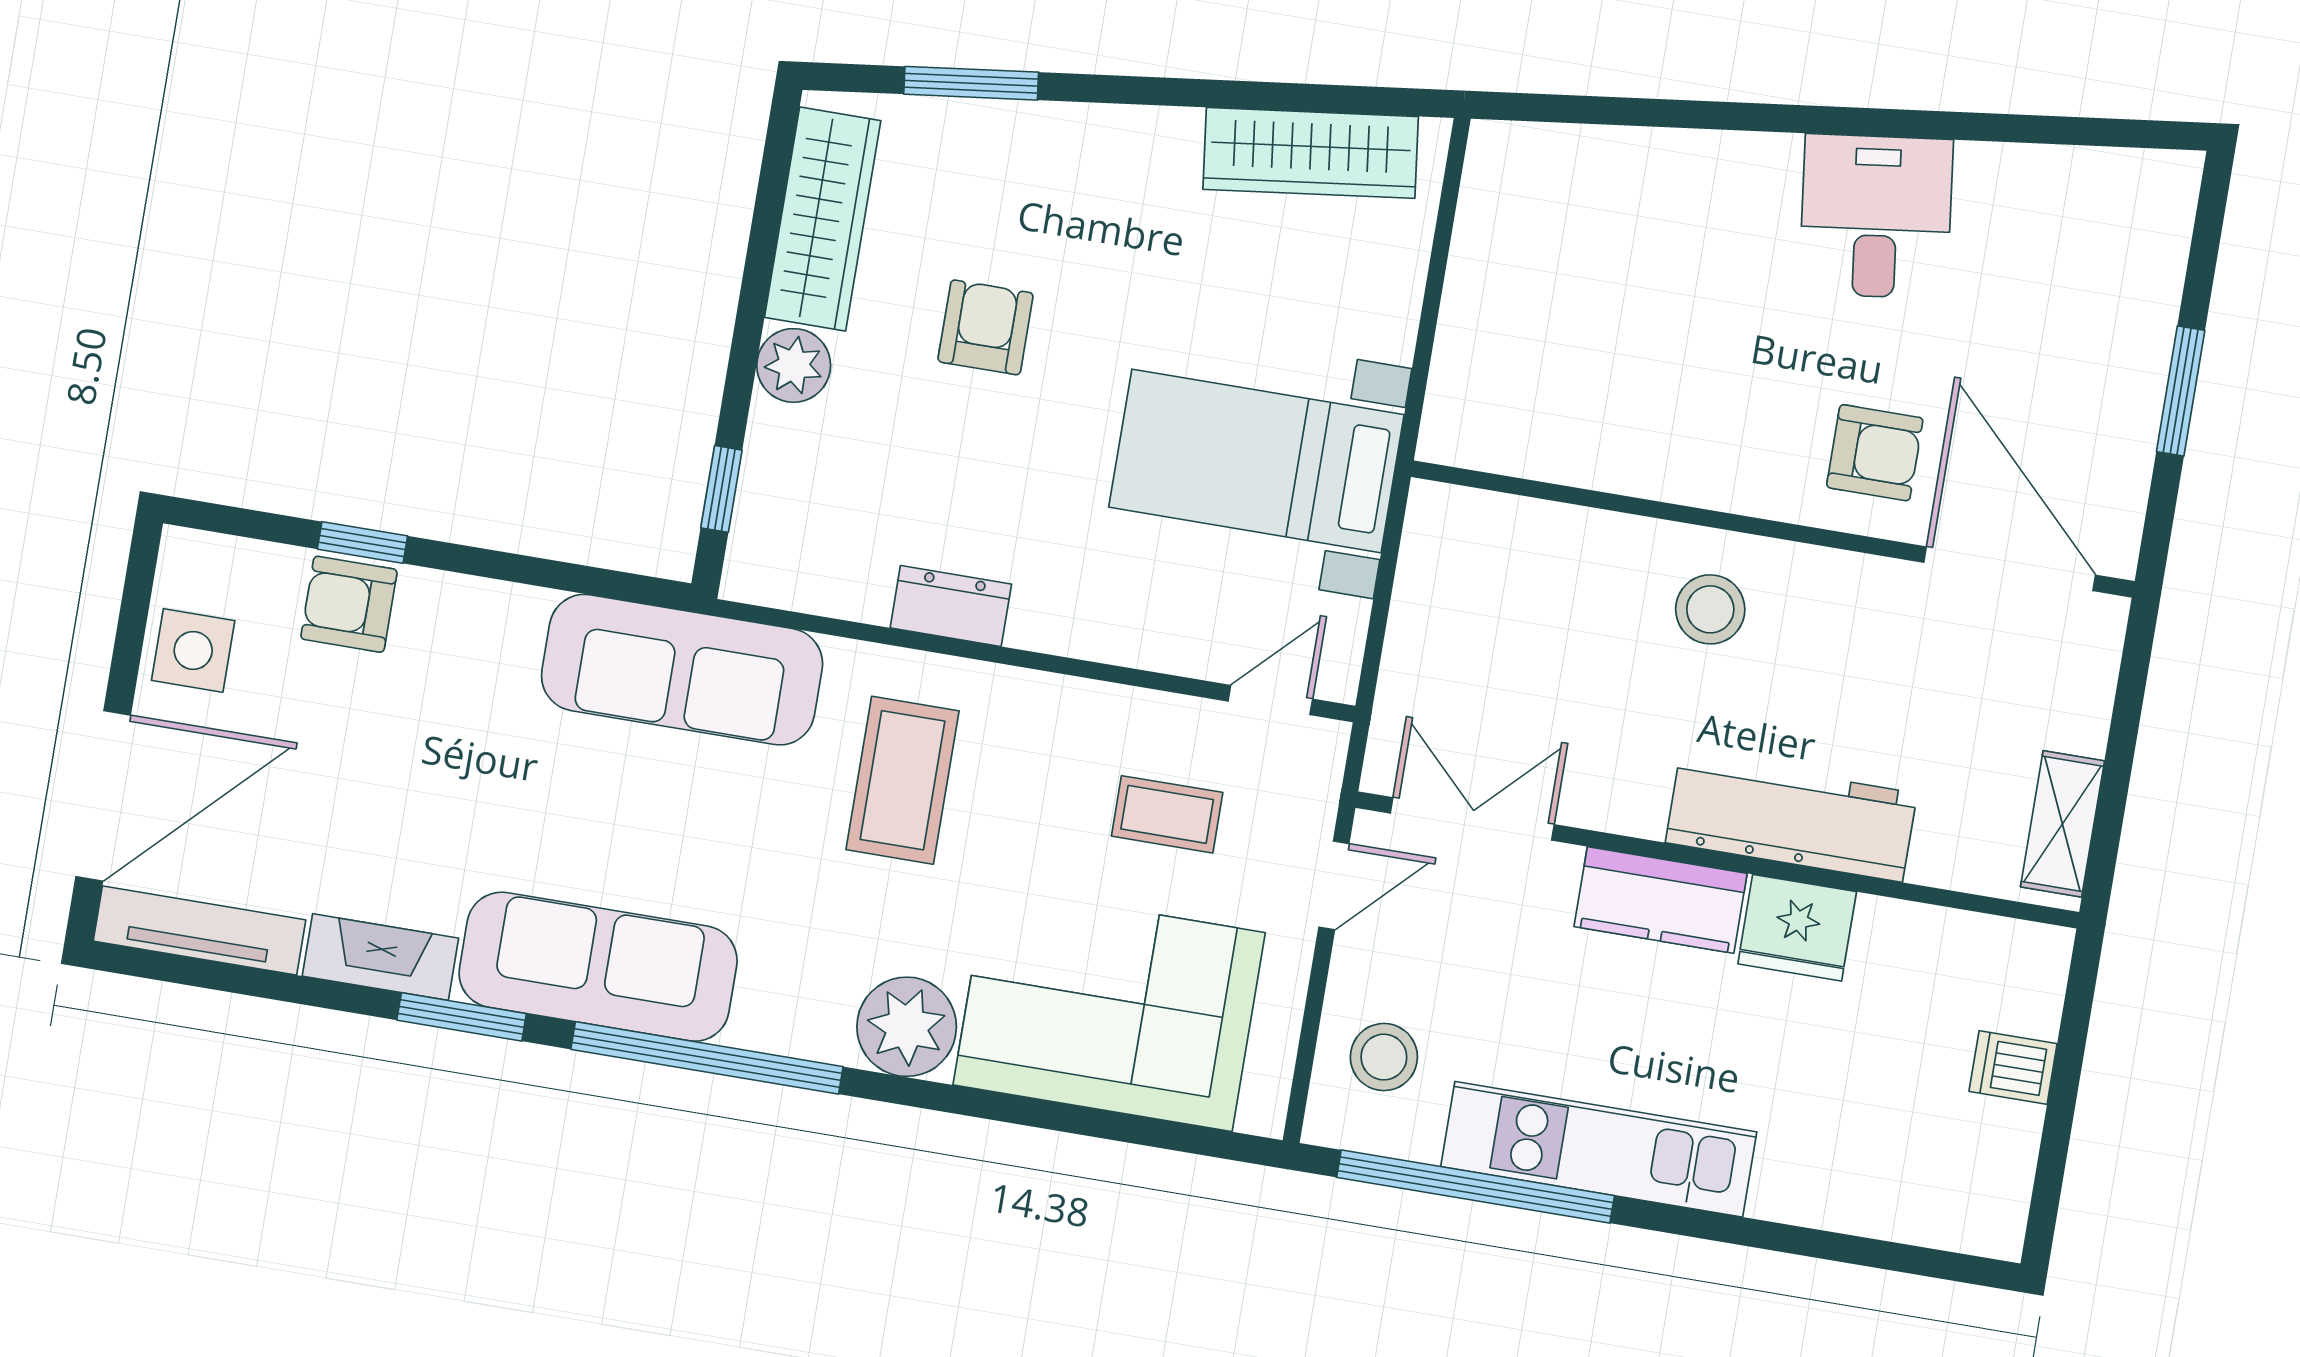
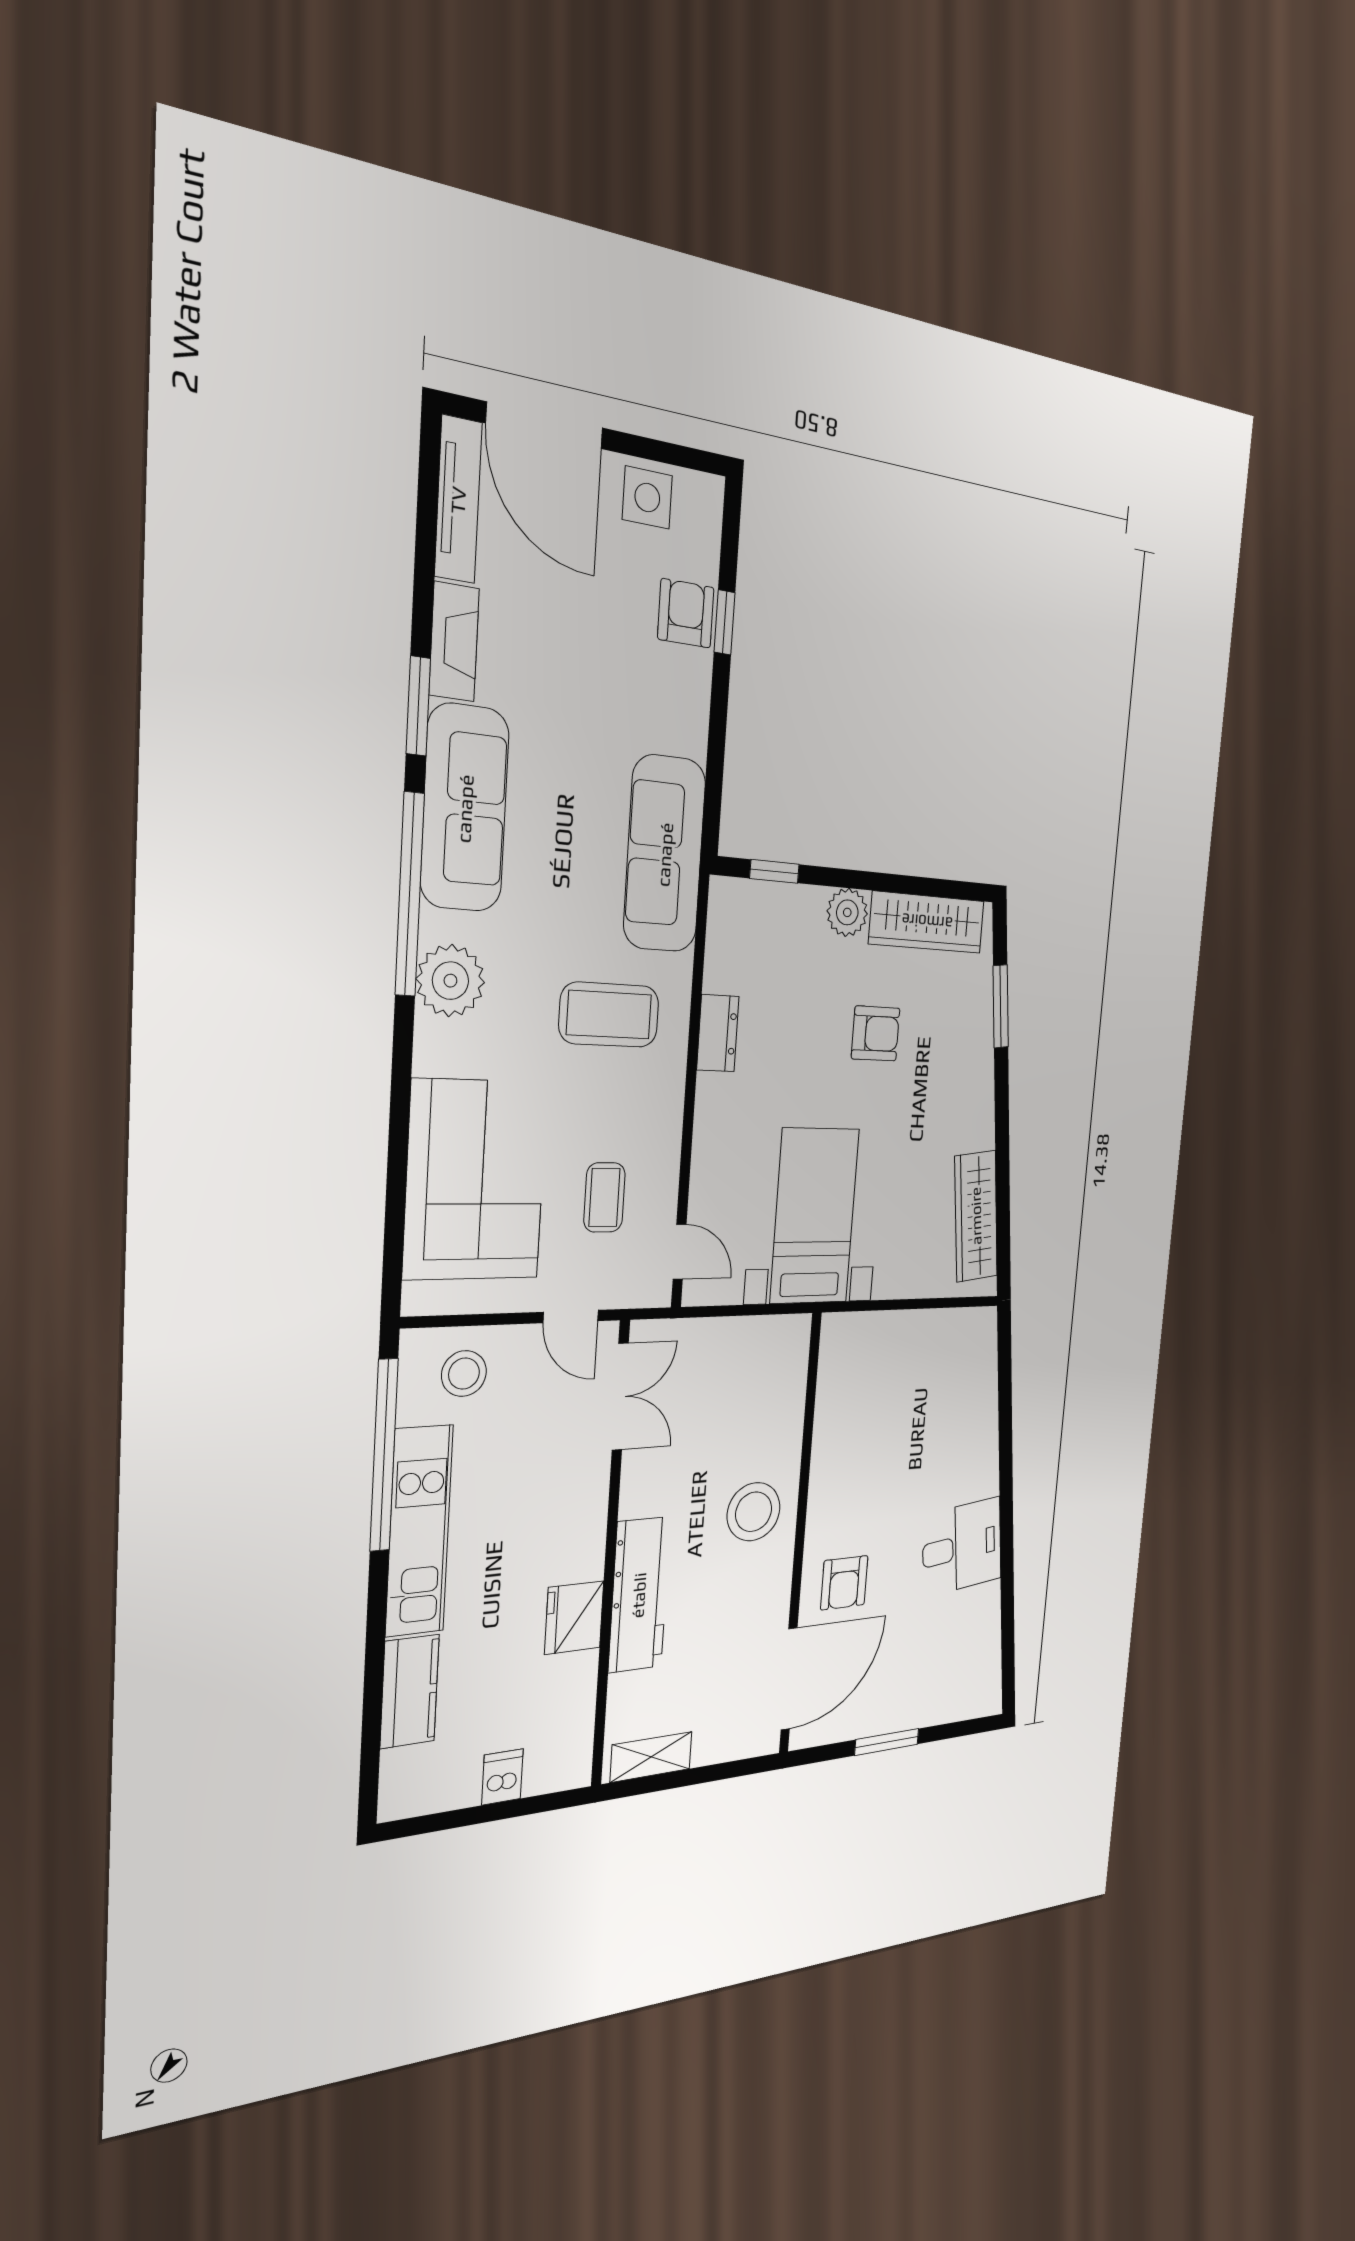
stool: (1710, 609) -> (754, 1512), width x1.38, depth x1.38
kitchen counter: (1661, 900) -> (410, 1691), moved, turned 180
plant: (907, 1027) -> (450, 981), moved

